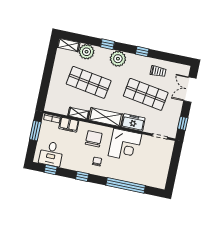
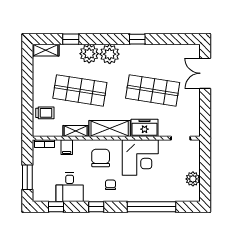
window: (107, 44) -> (71, 39), moved
plant: (87, 52) -> (89, 54), moved
trolley: (158, 71) -> (45, 113), moved
window: (183, 123) -> (205, 116), removed
filing cabinet: (69, 125) -> (67, 147), width x0.50
window: (35, 131) -> (27, 177), moved
desk: (51, 154) -> (70, 187), moved
plant: (163, 170) -> (193, 179), added

